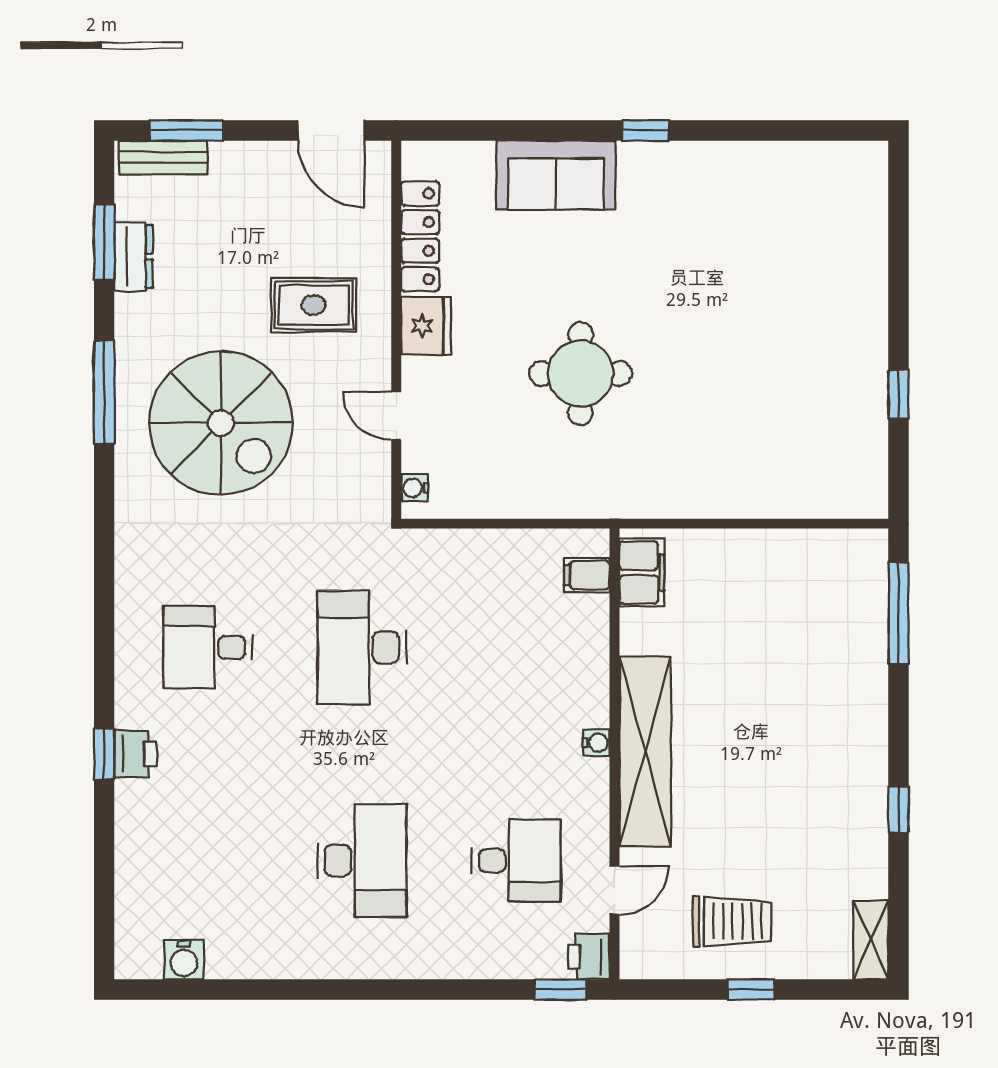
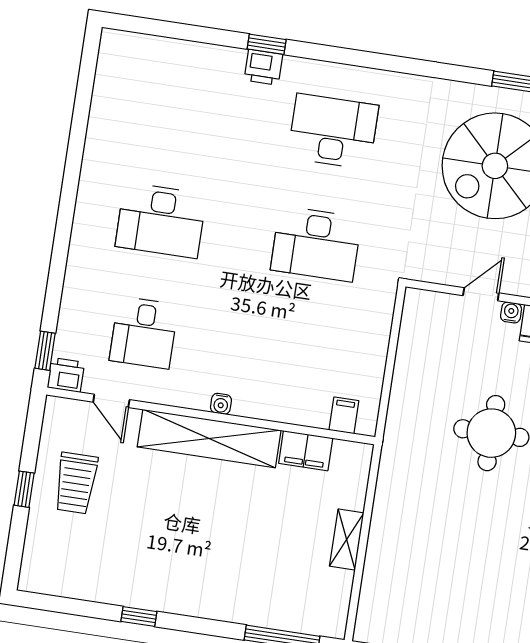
water cooler: (415, 488) -> (511, 312), moved
filing cabinet: (642, 573) -> (306, 451), moved
desk: (208, 647) -> (333, 131), width x1.37
desk: (362, 647) -> (316, 244), turned 180
shelving: (871, 940) -> (347, 540), moved, turned 90
water cooler: (184, 960) -> (108, 80), removed

